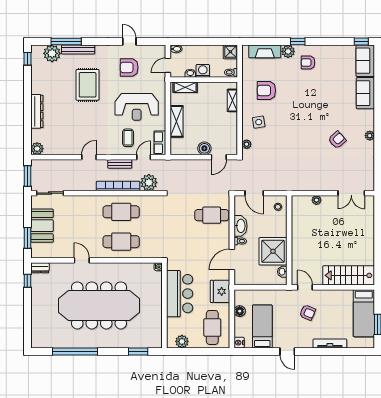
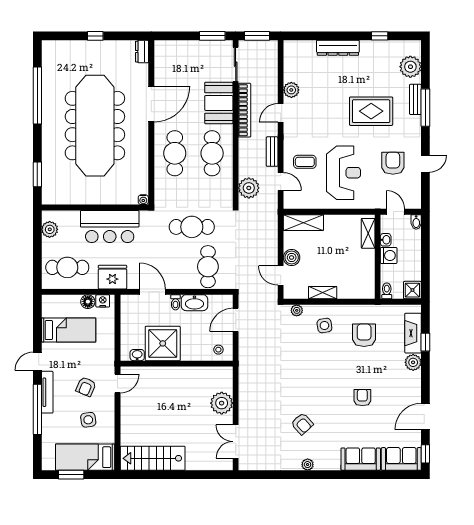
window: (66, 41) -> (425, 108), moved
window: (298, 41) -> (425, 342), moved
door: (331, 41) -> (425, 416), added
bench: (78, 49) -> (415, 99), width x0.73
window: (27, 59) -> (380, 36), moved
armchair: (308, 62) -> (362, 398), moved
shelving: (232, 100) -> (323, 293), moved
reception desk: (137, 107) -> (343, 173), turned 180
shelving: (176, 121) -> (303, 223), moved
row of seats: (160, 143) -> (299, 202), removed
plant: (37, 149) -> (291, 90), moved
door: (89, 157) -> (281, 113), swing flipped
bookcase: (118, 186) -> (245, 110), moved
plant: (316, 200) -> (222, 403), width x1.88, depth x1.88
booth: (42, 226) -> (219, 103), moved, turned 90
cafe table: (180, 228) -> (192, 227), added
window: (27, 238) -> (212, 36), moved
door: (82, 260) -> (151, 104), width x1.87
stairs: (349, 275) -> (153, 458), moved, turned -90
window: (27, 281) -> (95, 36), moved
side table: (334, 311) -> (88, 420), added
nightstand: (239, 343) -> (103, 301), moved
tv unit: (330, 343) -> (47, 392), moved
window: (326, 351) -> (37, 409), added

